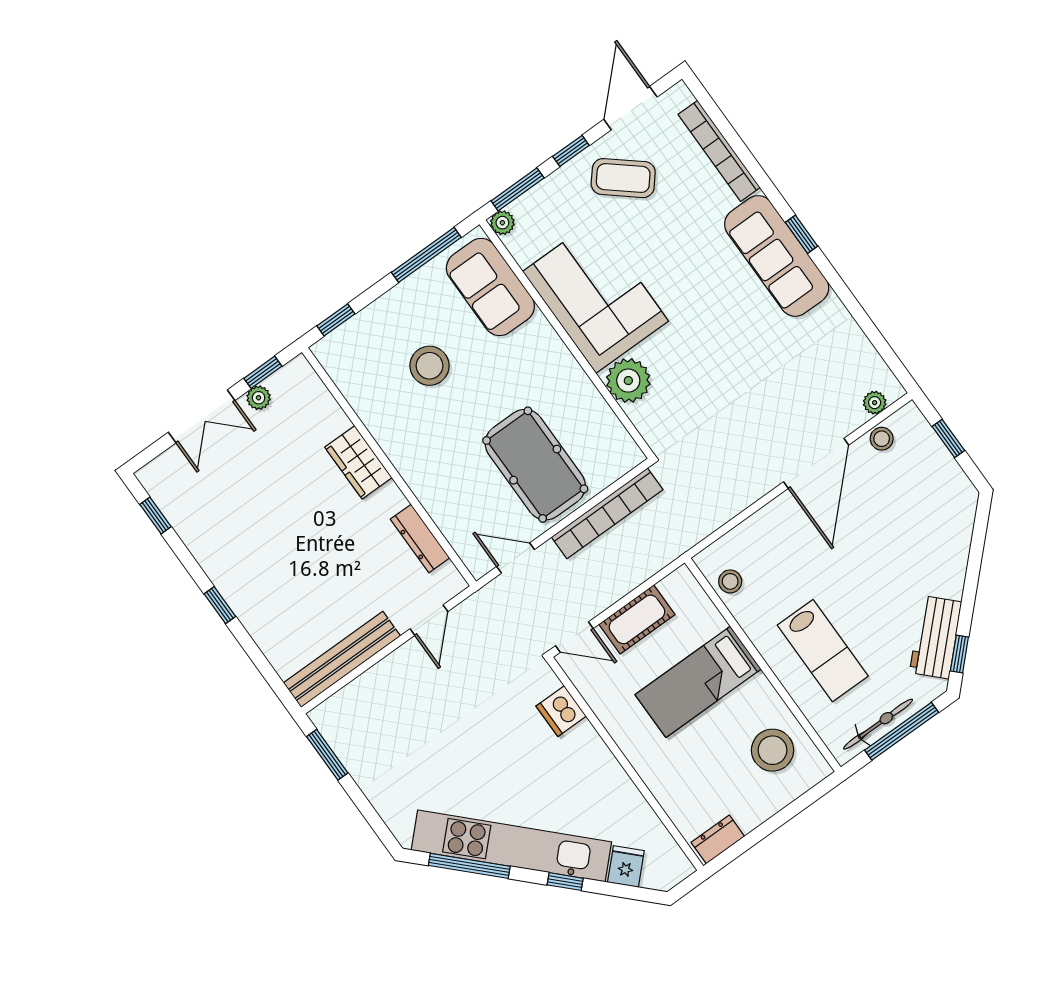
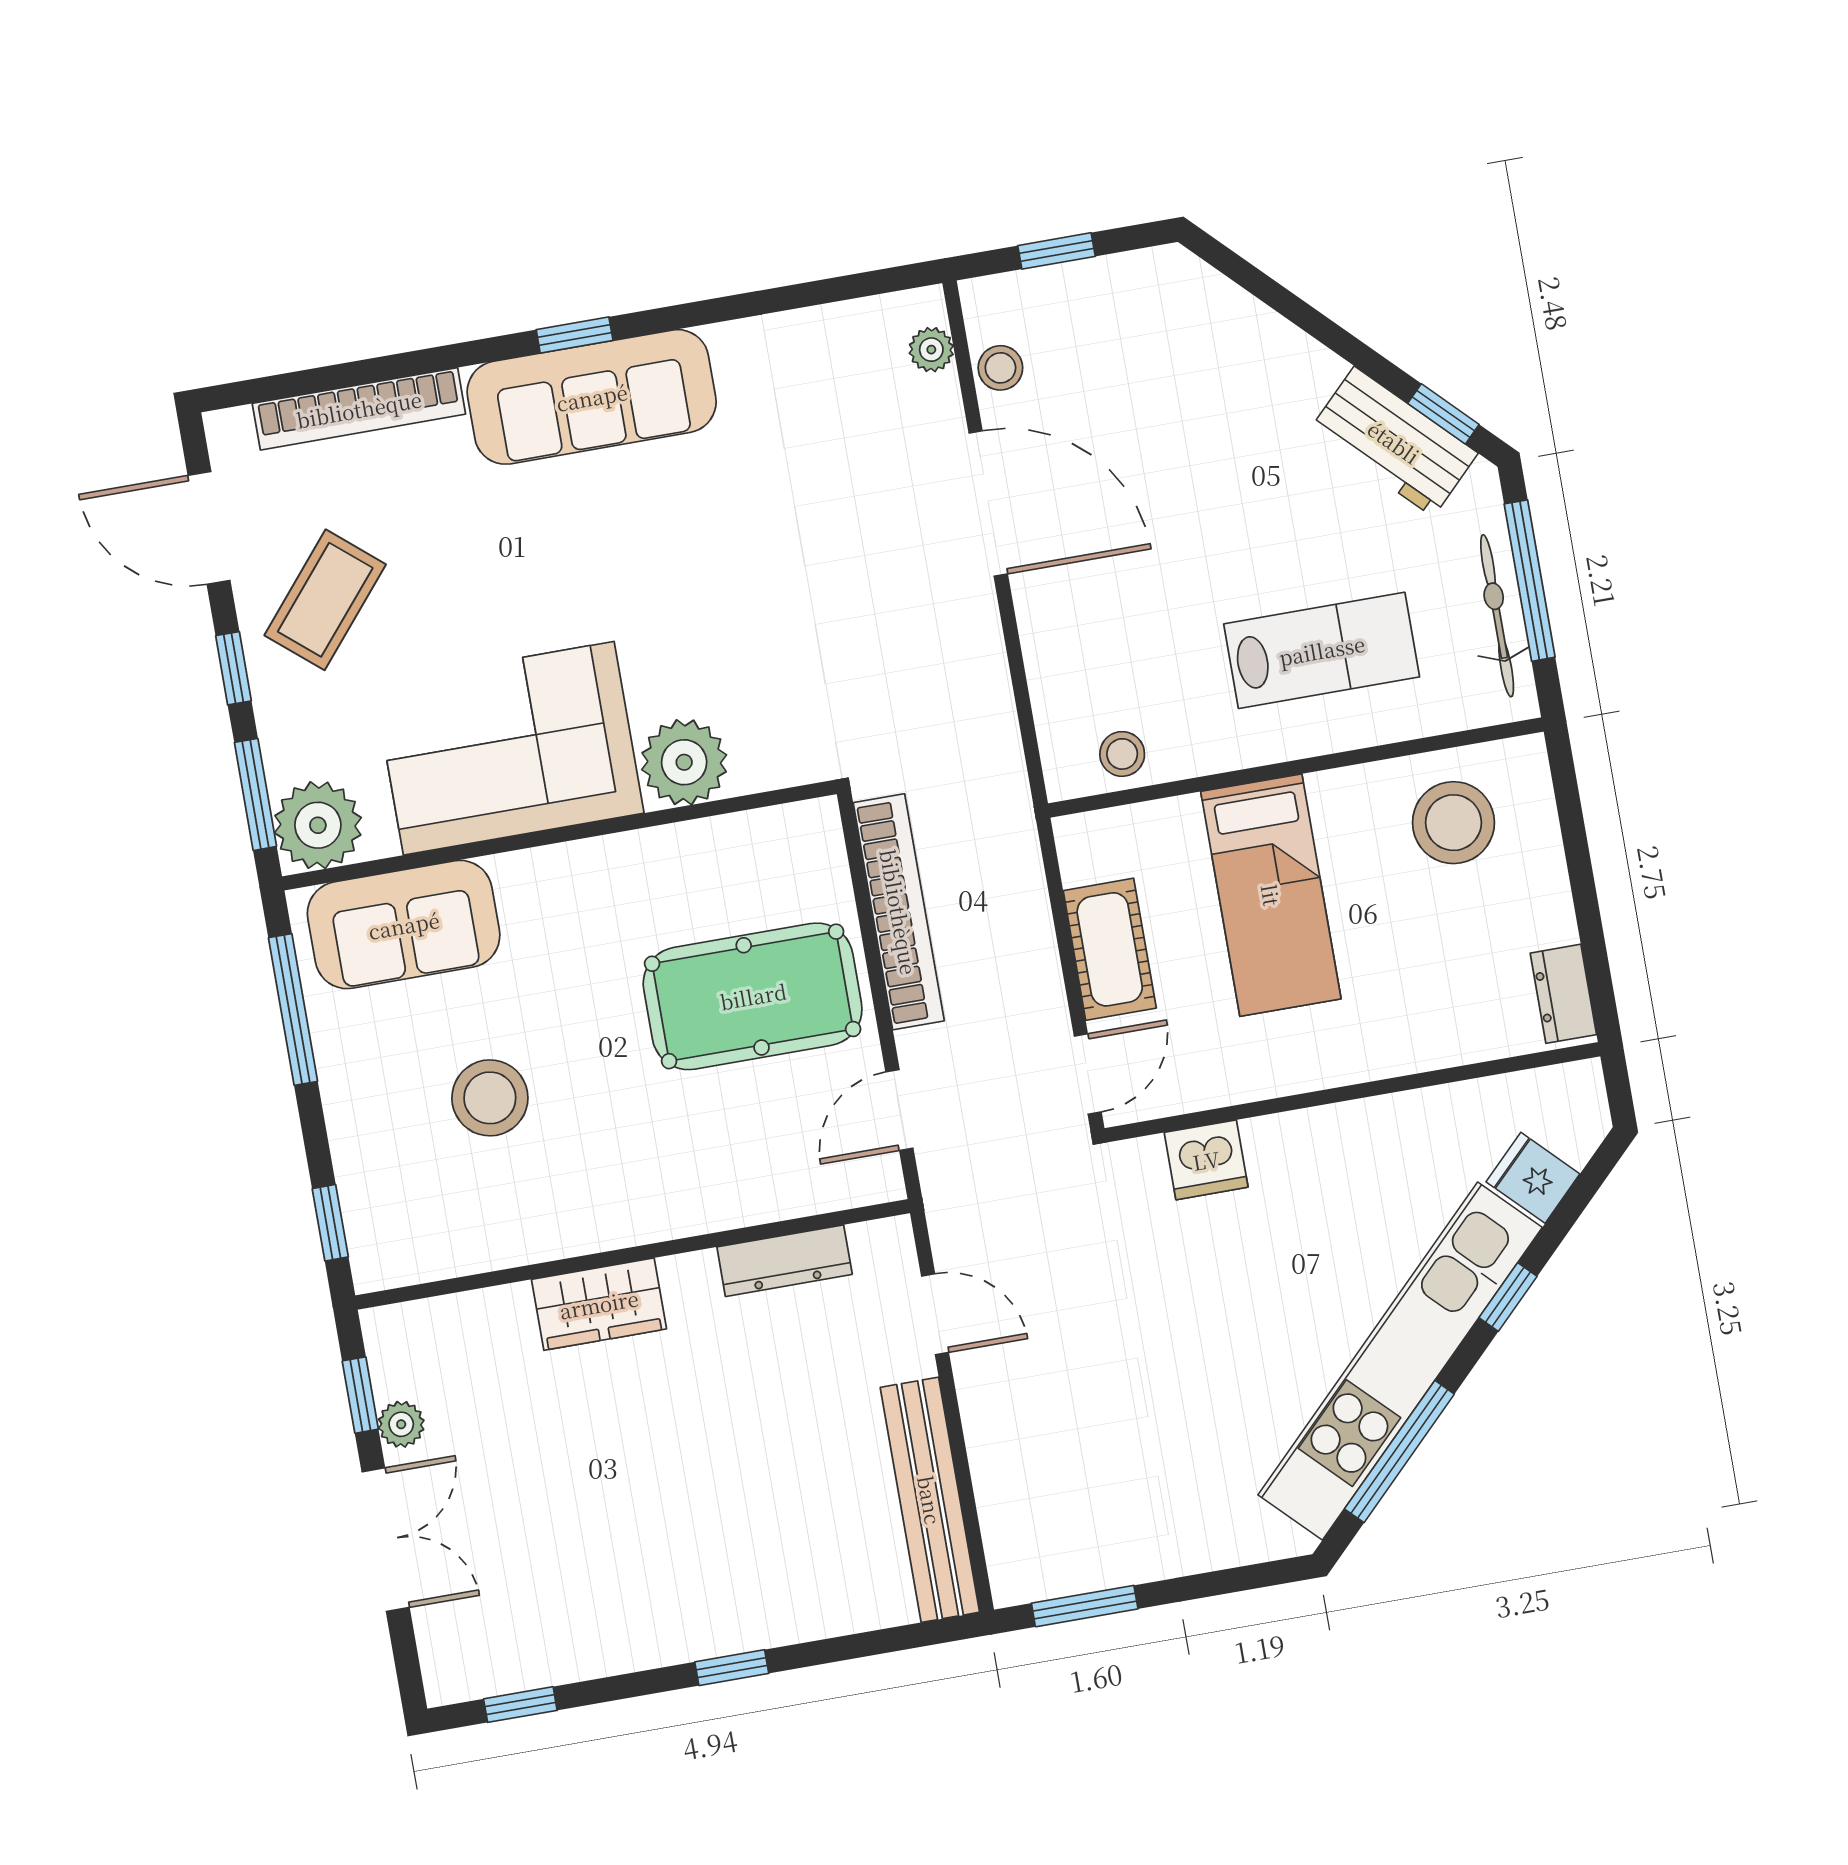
plant: (502, 223) -> (318, 825), width x1.87, depth x1.87

